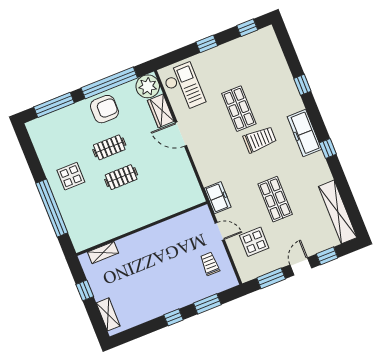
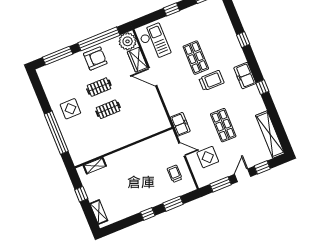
freezer: (304, 133) -> (245, 76), width x0.71

